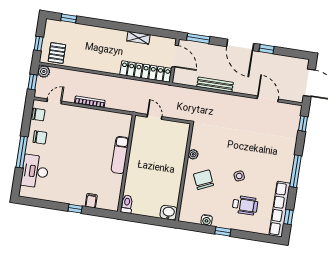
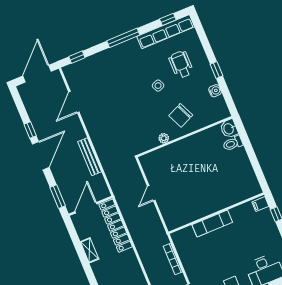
exam couch: (120, 155) -> (212, 223), moved
wall: (126, 163) -> (216, 213), moved
toilet: (127, 204) -> (233, 143), moved

